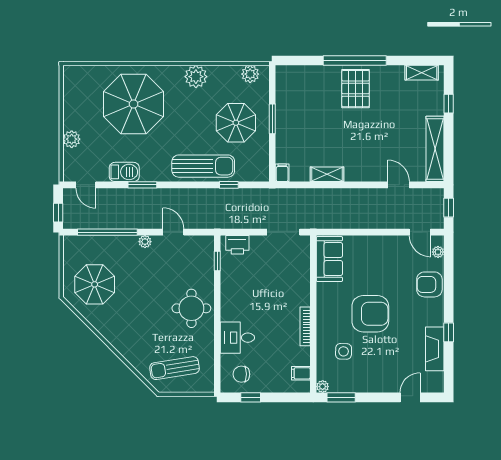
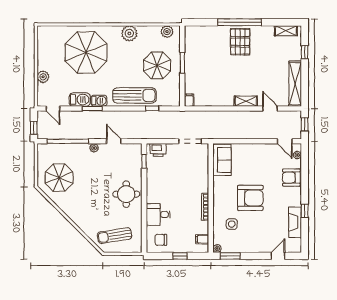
barbecue: (152, 174) -> (99, 101), added
shelving: (327, 174) -> (246, 101), moved
window: (251, 397) -> (180, 256), moved

